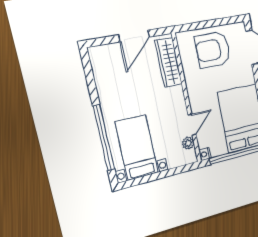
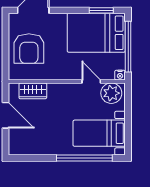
wardrobe: (169, 63) -> (33, 91), width x0.67
plant: (188, 143) -> (111, 93), width x1.87, depth x1.87

